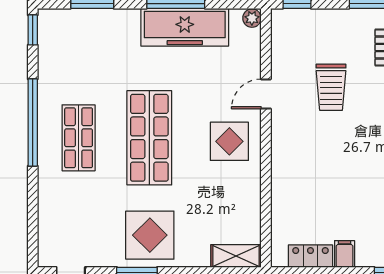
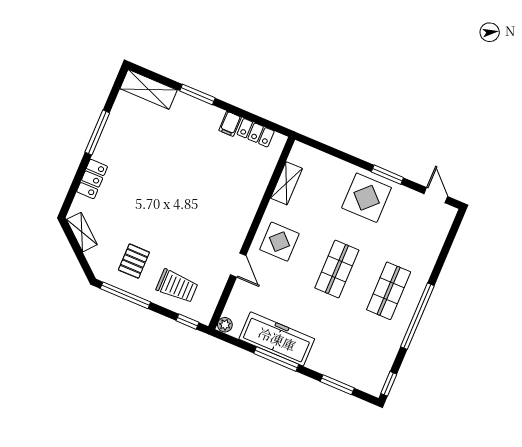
trolley: (331, 87) -> (177, 286), moved, turned 90
door: (266, 94) -> (238, 265), hinge flipped
shop shelf: (149, 138) -> (337, 269), width x0.70, depth x0.74
shelving: (236, 256) -> (286, 183), moved, turned 90

